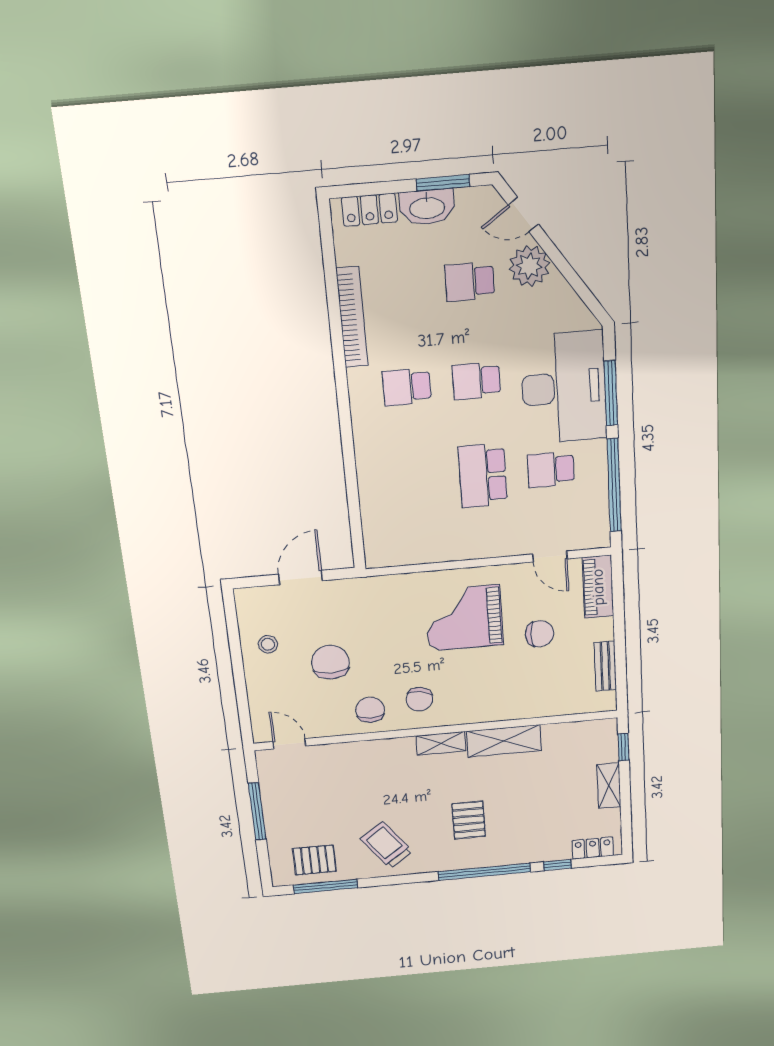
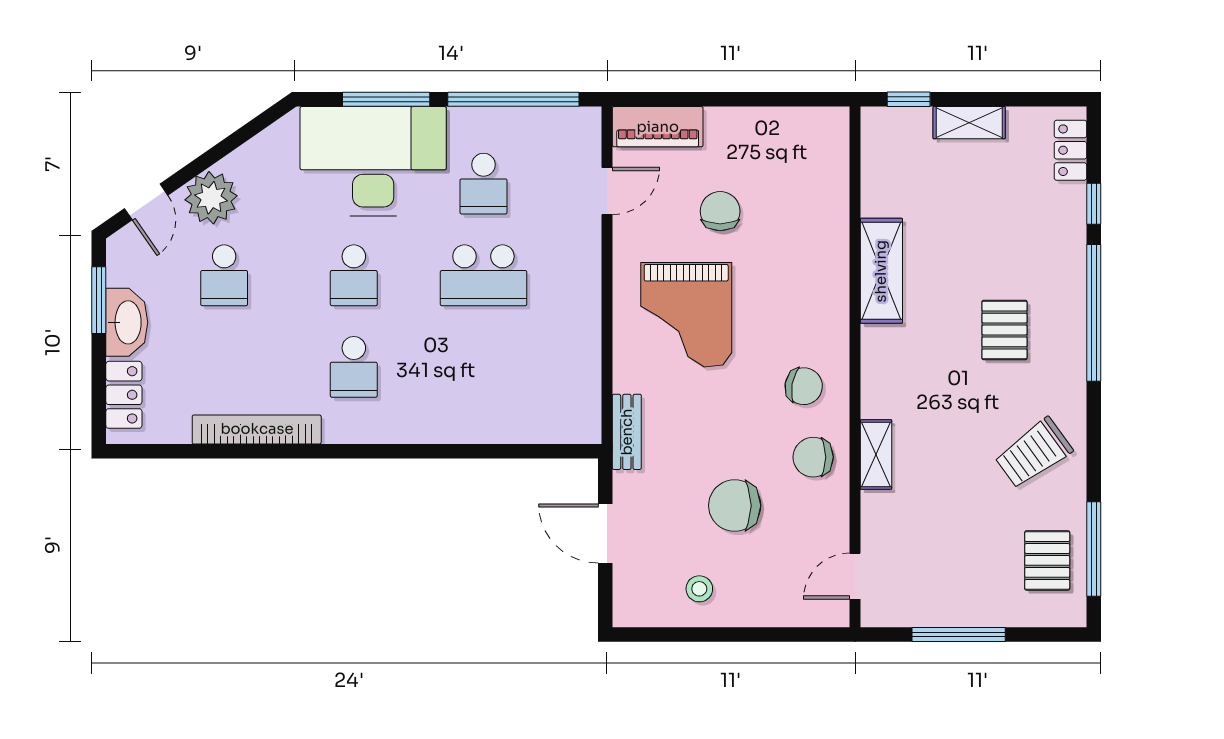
bench: (605, 666) -> (627, 432), moved, turned 90
shelving: (441, 743) -> (876, 455), moved
pallet: (469, 820) -> (1004, 330), turned 90

